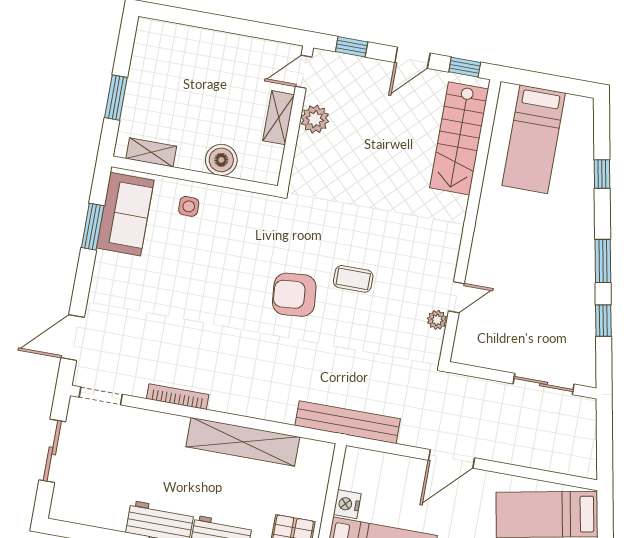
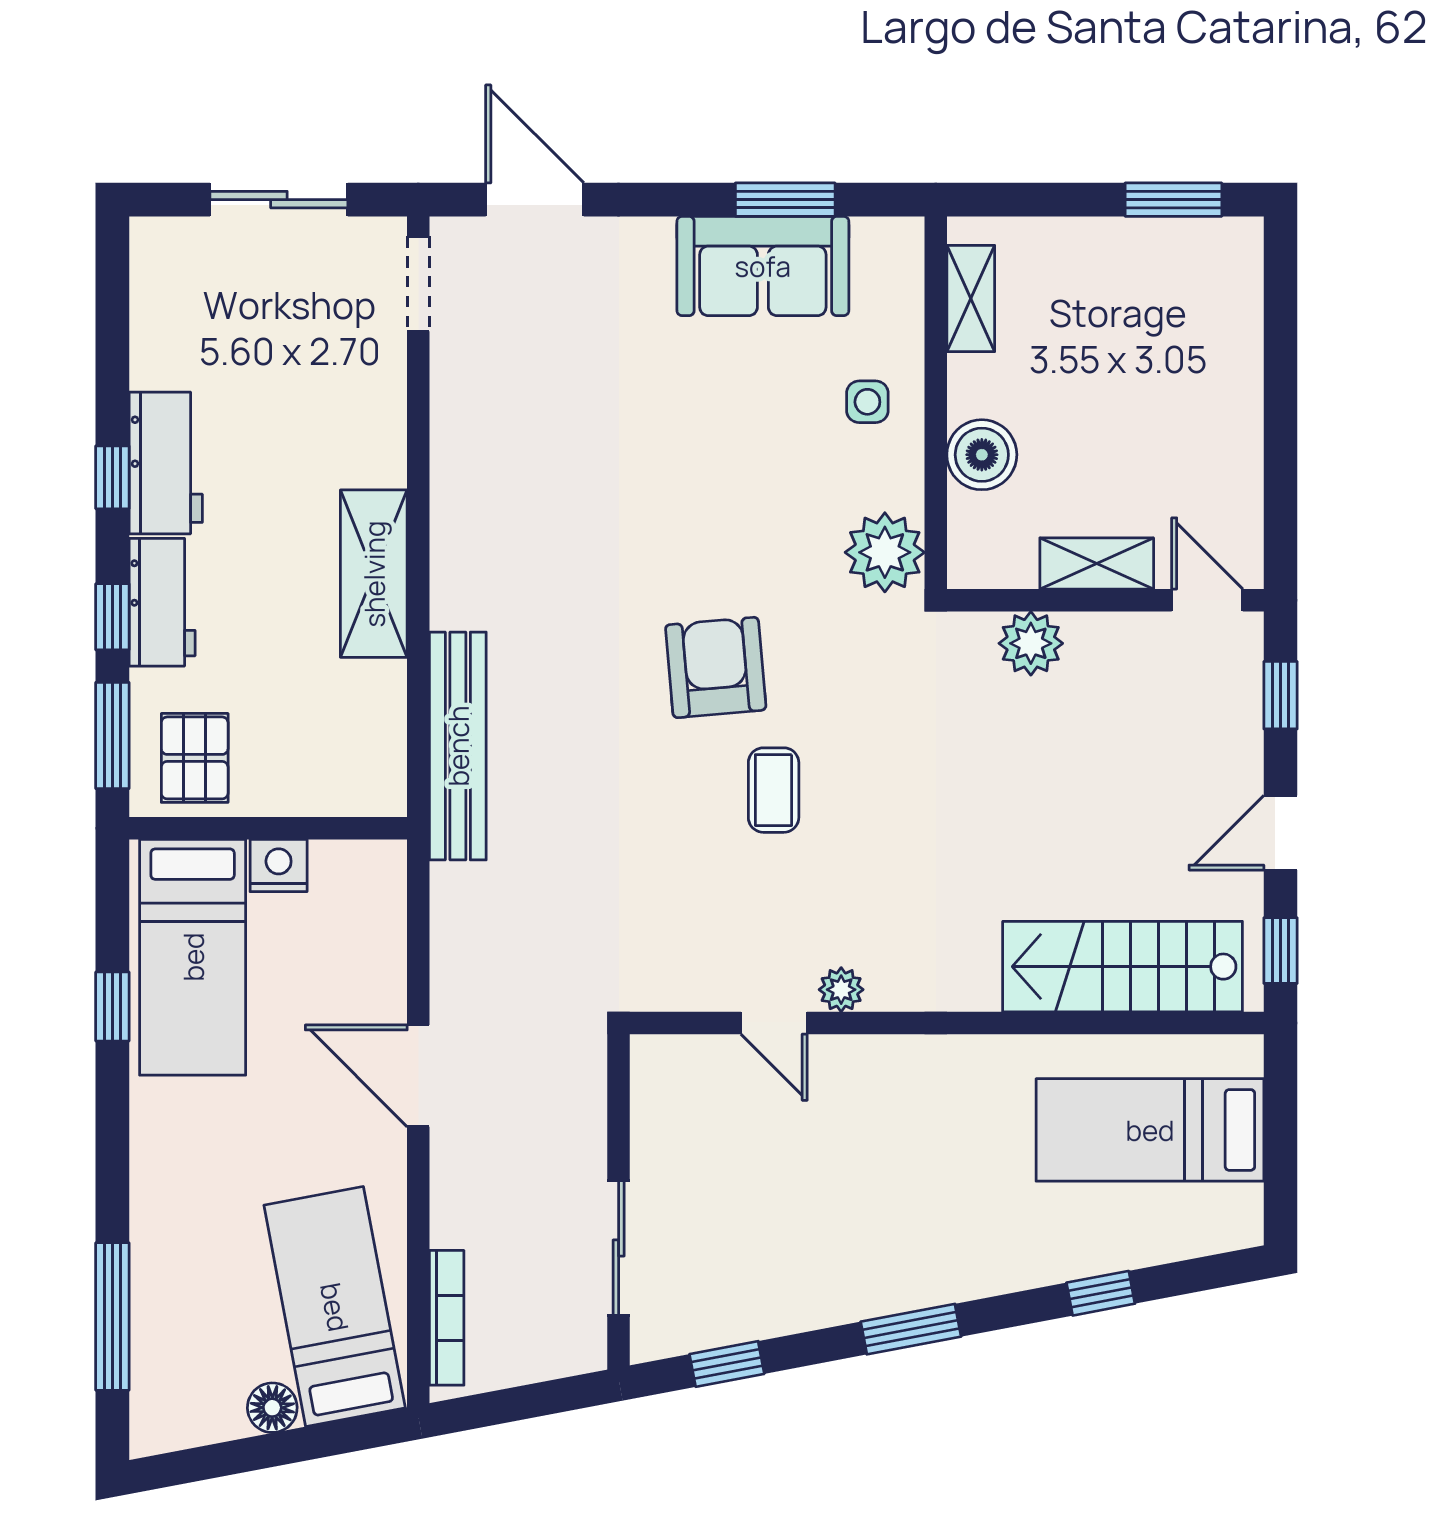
door: (412, 58) -> (1281, 833), hinge flipped
window: (116, 98) -> (1173, 200), moved
plant: (315, 119) -> (1031, 643), moved
plant: (257, 211) -> (885, 552), added
sofa: (125, 214) -> (763, 266), moved
plant: (437, 320) -> (841, 990), moved
window: (603, 321) -> (727, 1364), moved
bookcase: (178, 397) -> (447, 1318), moved
bench: (348, 422) -> (458, 746), moved
shelving: (243, 442) -> (374, 574), width x0.68

